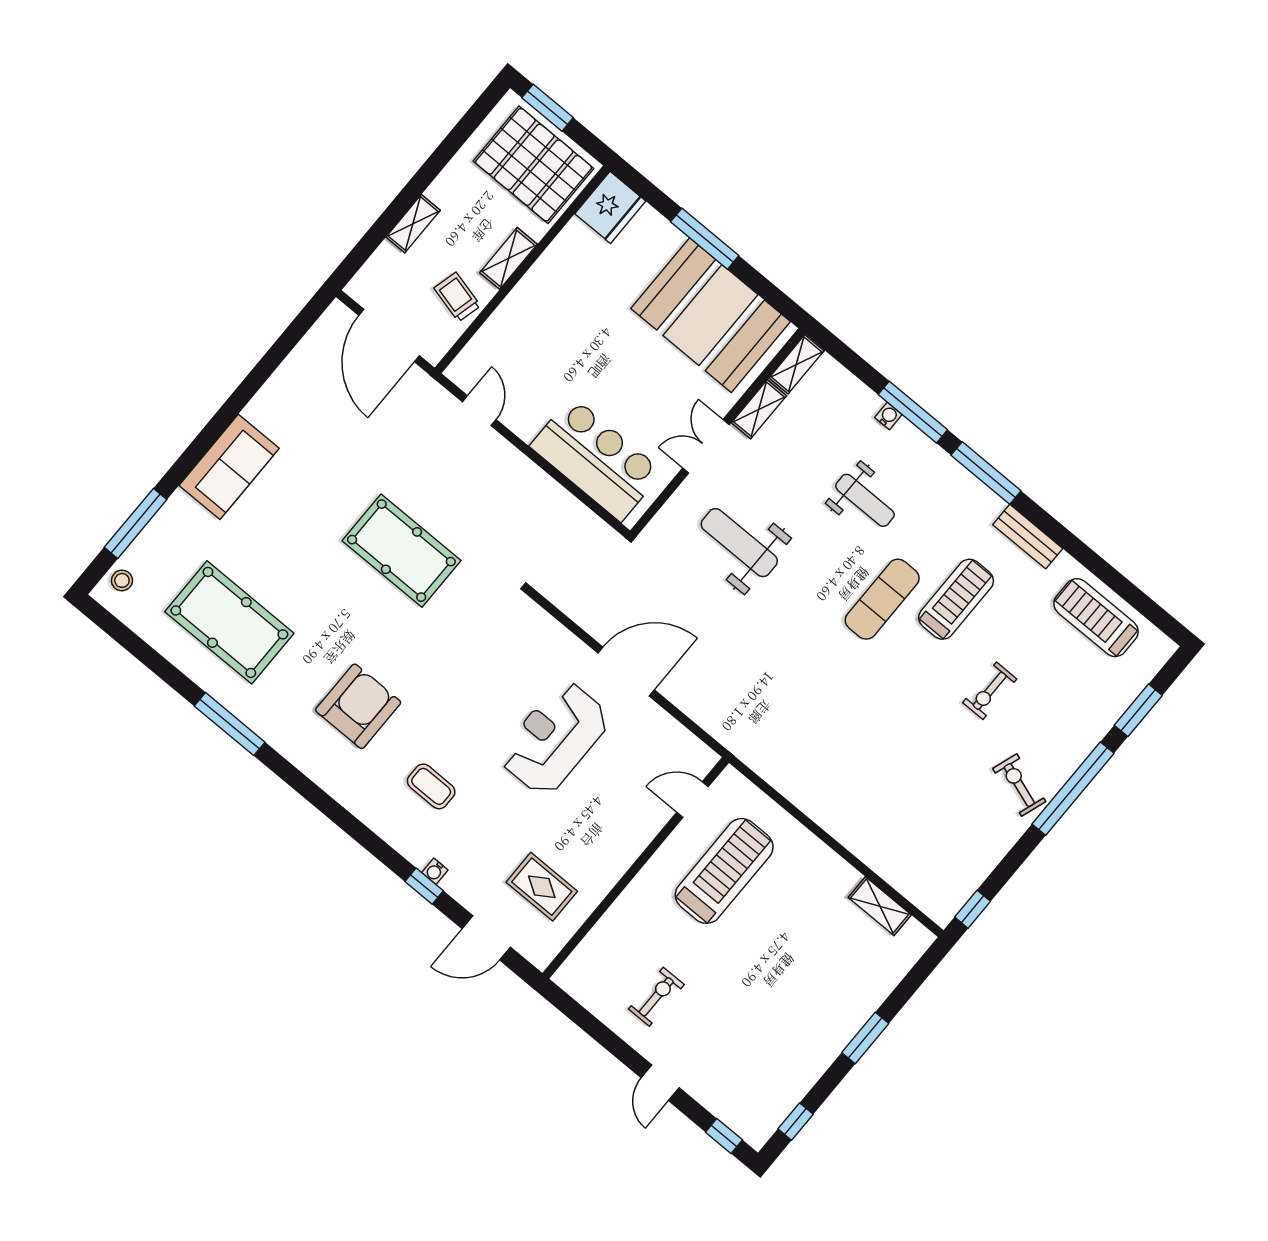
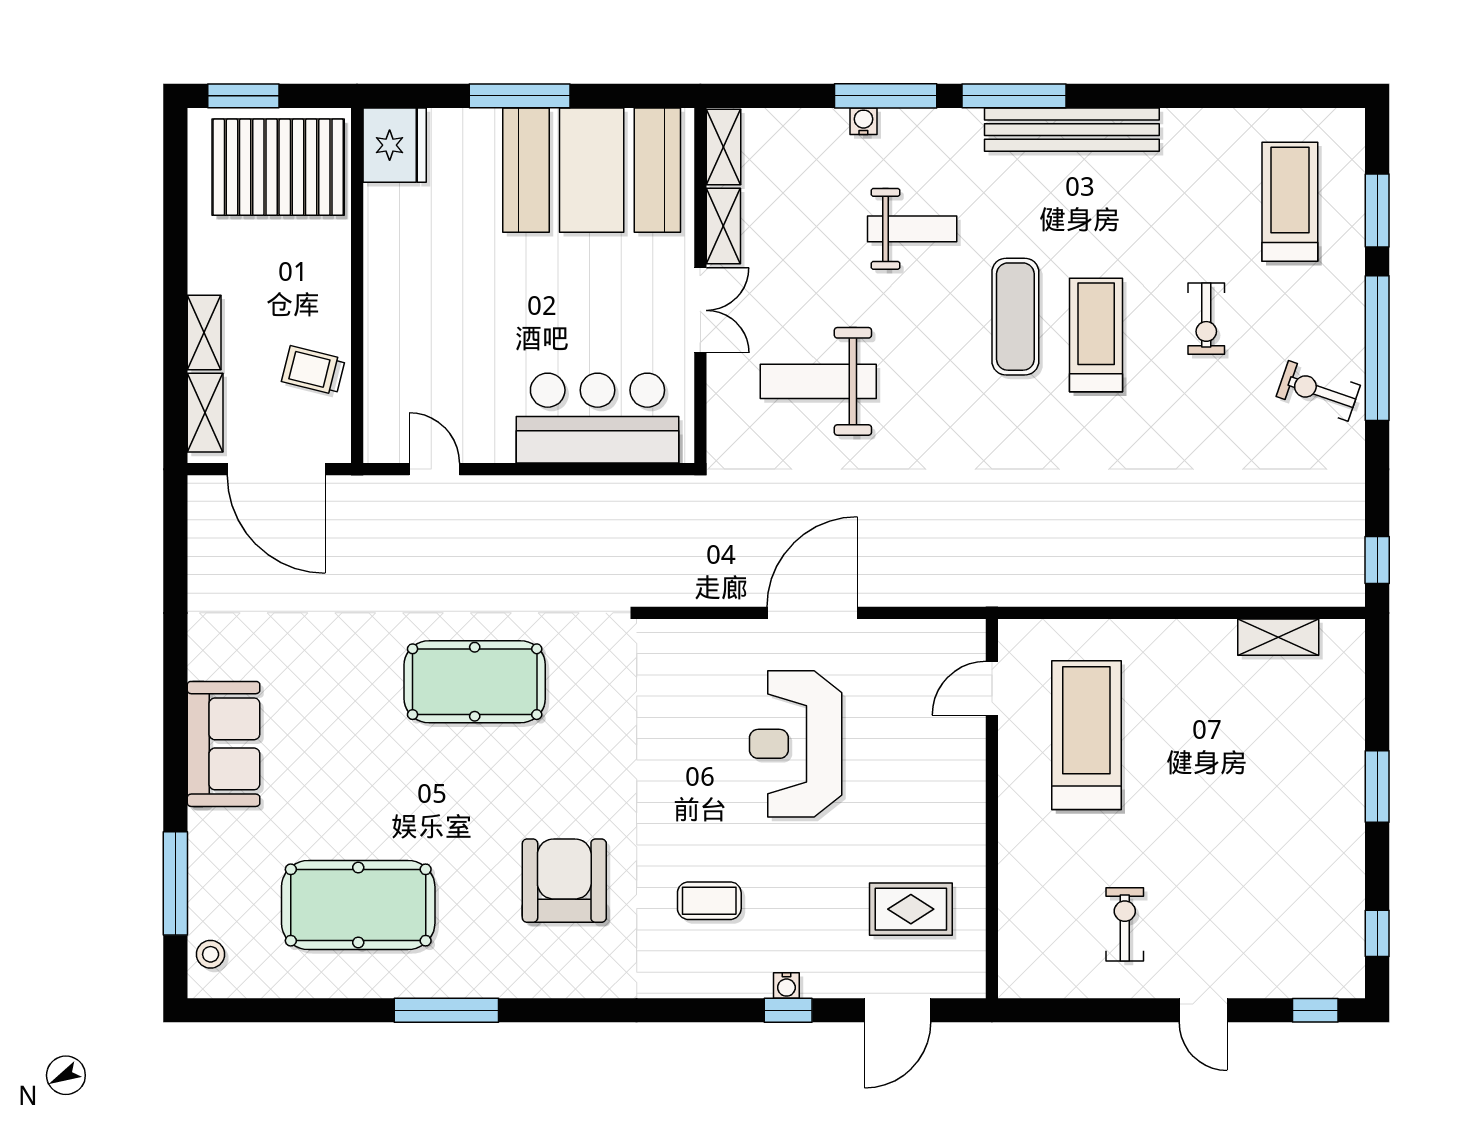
shelving: (509, 258) -> (205, 413), moved
double door: (706, 446) -> (700, 310), swing flipped
bench: (1028, 537) -> (1072, 130), width x1.86, depth x1.21
treadmill: (956, 599) -> (1096, 335), moved
treadmill: (1096, 618) -> (1290, 202), moved, turned 90

